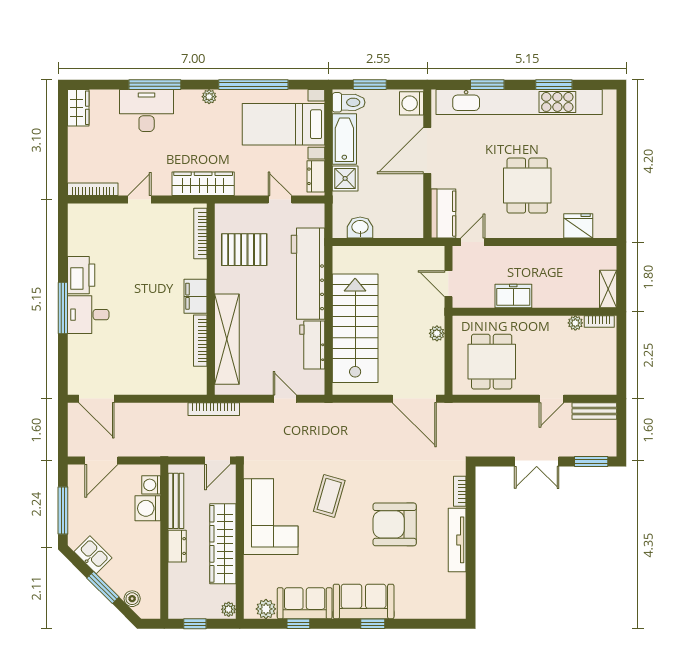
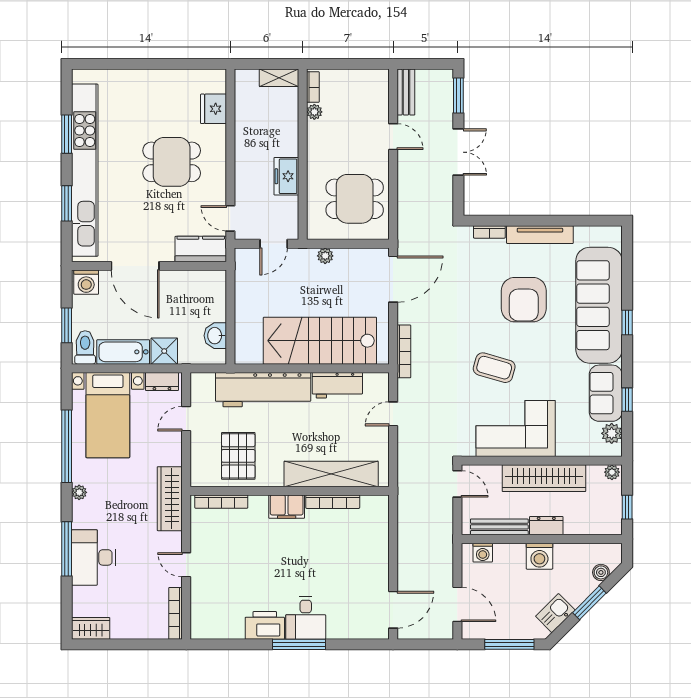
bookcase: (214, 409) -> (404, 351), moved
washing machine: (148, 508) -> (539, 556), moved
sofa: (364, 601) -> (599, 305), width x1.85, depth x1.27

